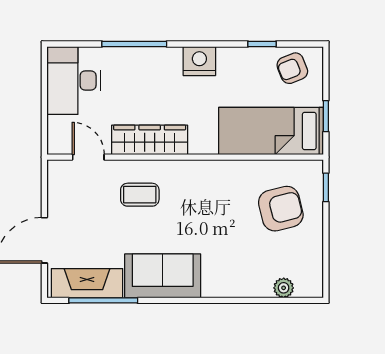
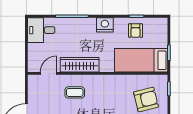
armchair: (292, 68) -> (136, 31), moved, turned -68
desk: (74, 80) -> (41, 30), width x0.73
door: (88, 157) -> (49, 73), hinge flipped

